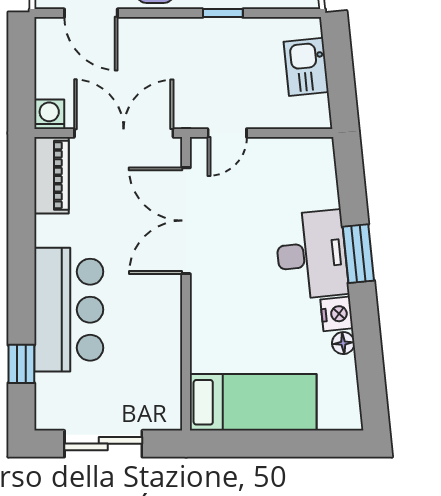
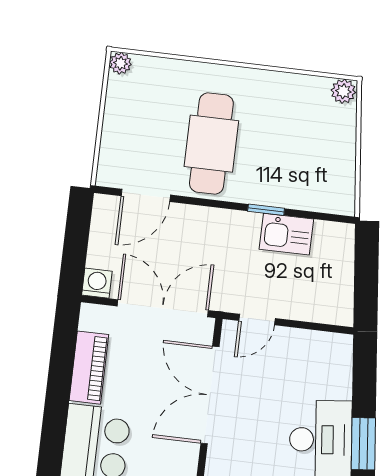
door: (91, 13) -> (146, 195), hinge flipped
kitchen sink: (306, 67) -> (286, 234), moved, turned -84
piano: (51, 175) -> (89, 368), moved

